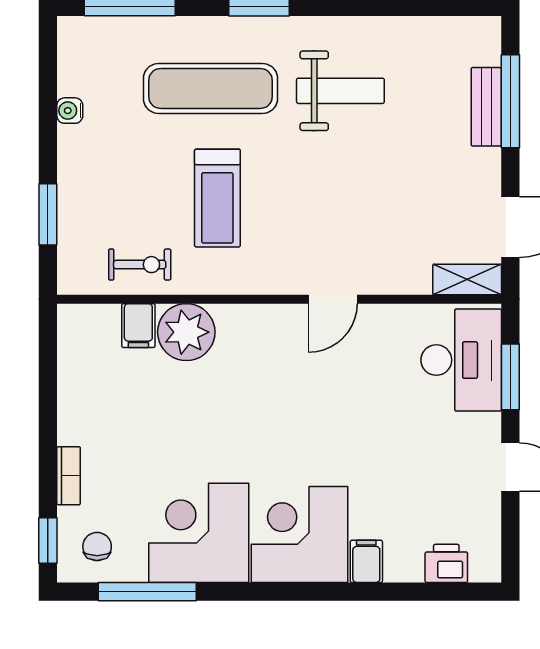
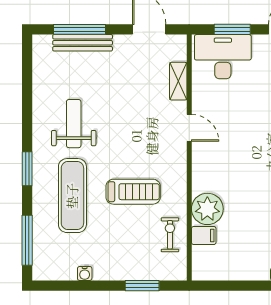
bench: (486, 107) -> (83, 43), width x1.36
shelving: (467, 280) -> (178, 81), moved

